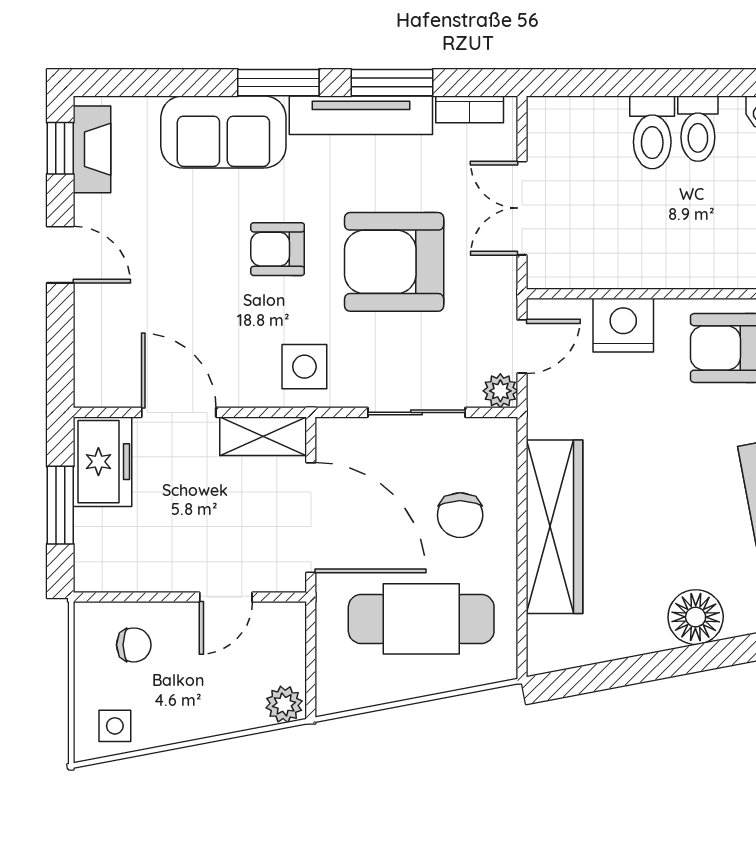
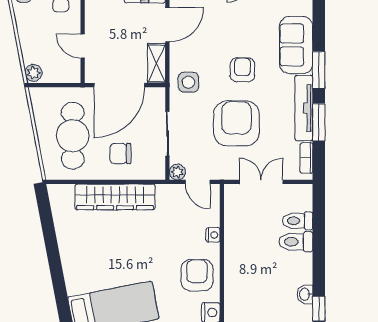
toilet: (698, 129) -> (298, 221), moved
nightstand: (623, 325) -> (213, 235), width x0.53, depth x0.56
floor lamp: (696, 617) -> (74, 262), removed

